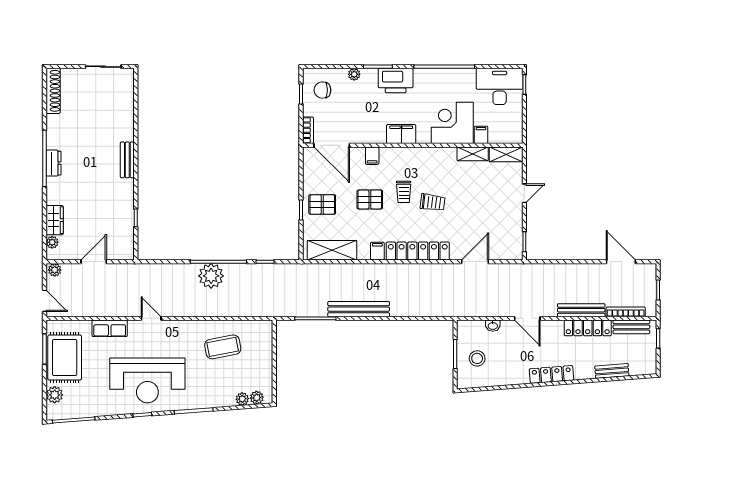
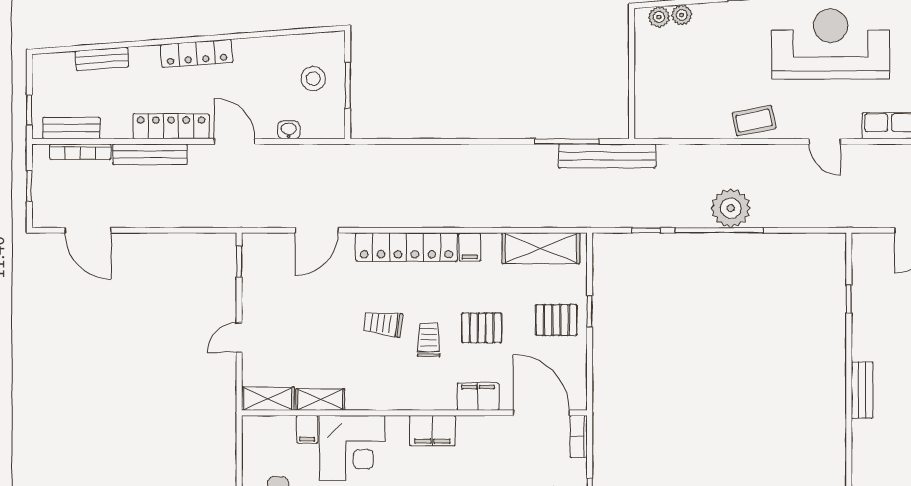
filing cabinet: (372, 156) -> (478, 397), width x2.00
bench: (359, 309) -> (607, 156), moved
locker: (588, 328) -> (171, 126), moved
coffee table: (223, 347) -> (754, 121), moved, width x0.73, depth x0.77

